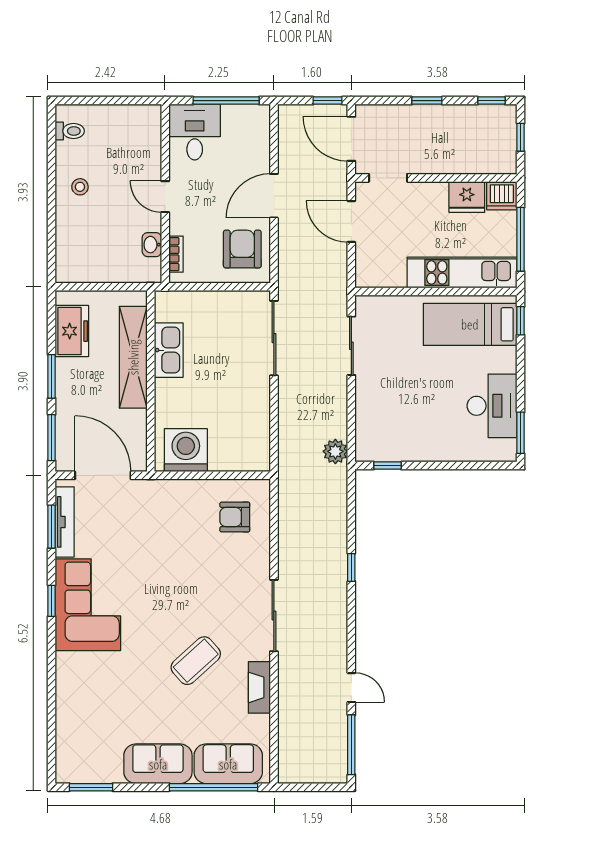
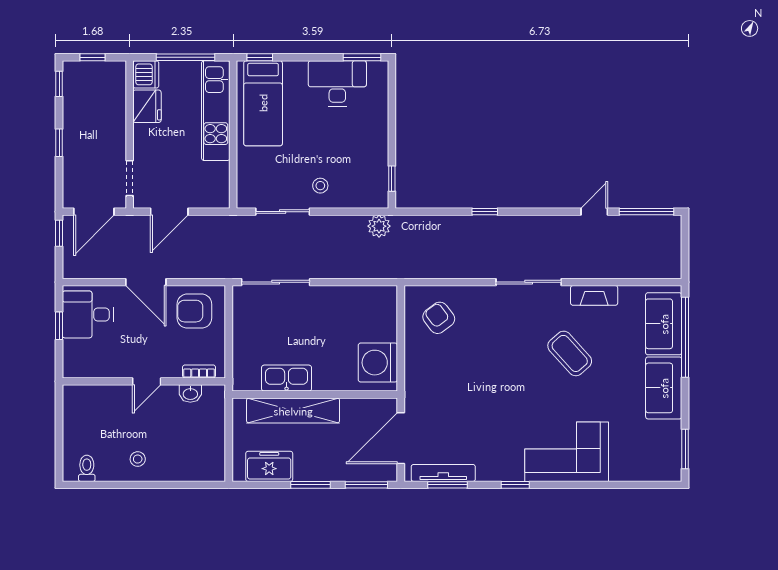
window: (226, 101) -> (59, 326), width x0.46
desk: (195, 132) -> (88, 314), moved
stool: (380, 387) -> (320, 186), added
armchair: (235, 517) -> (439, 318), turned 143
corner sofa: (88, 605) -> (567, 452), moved

